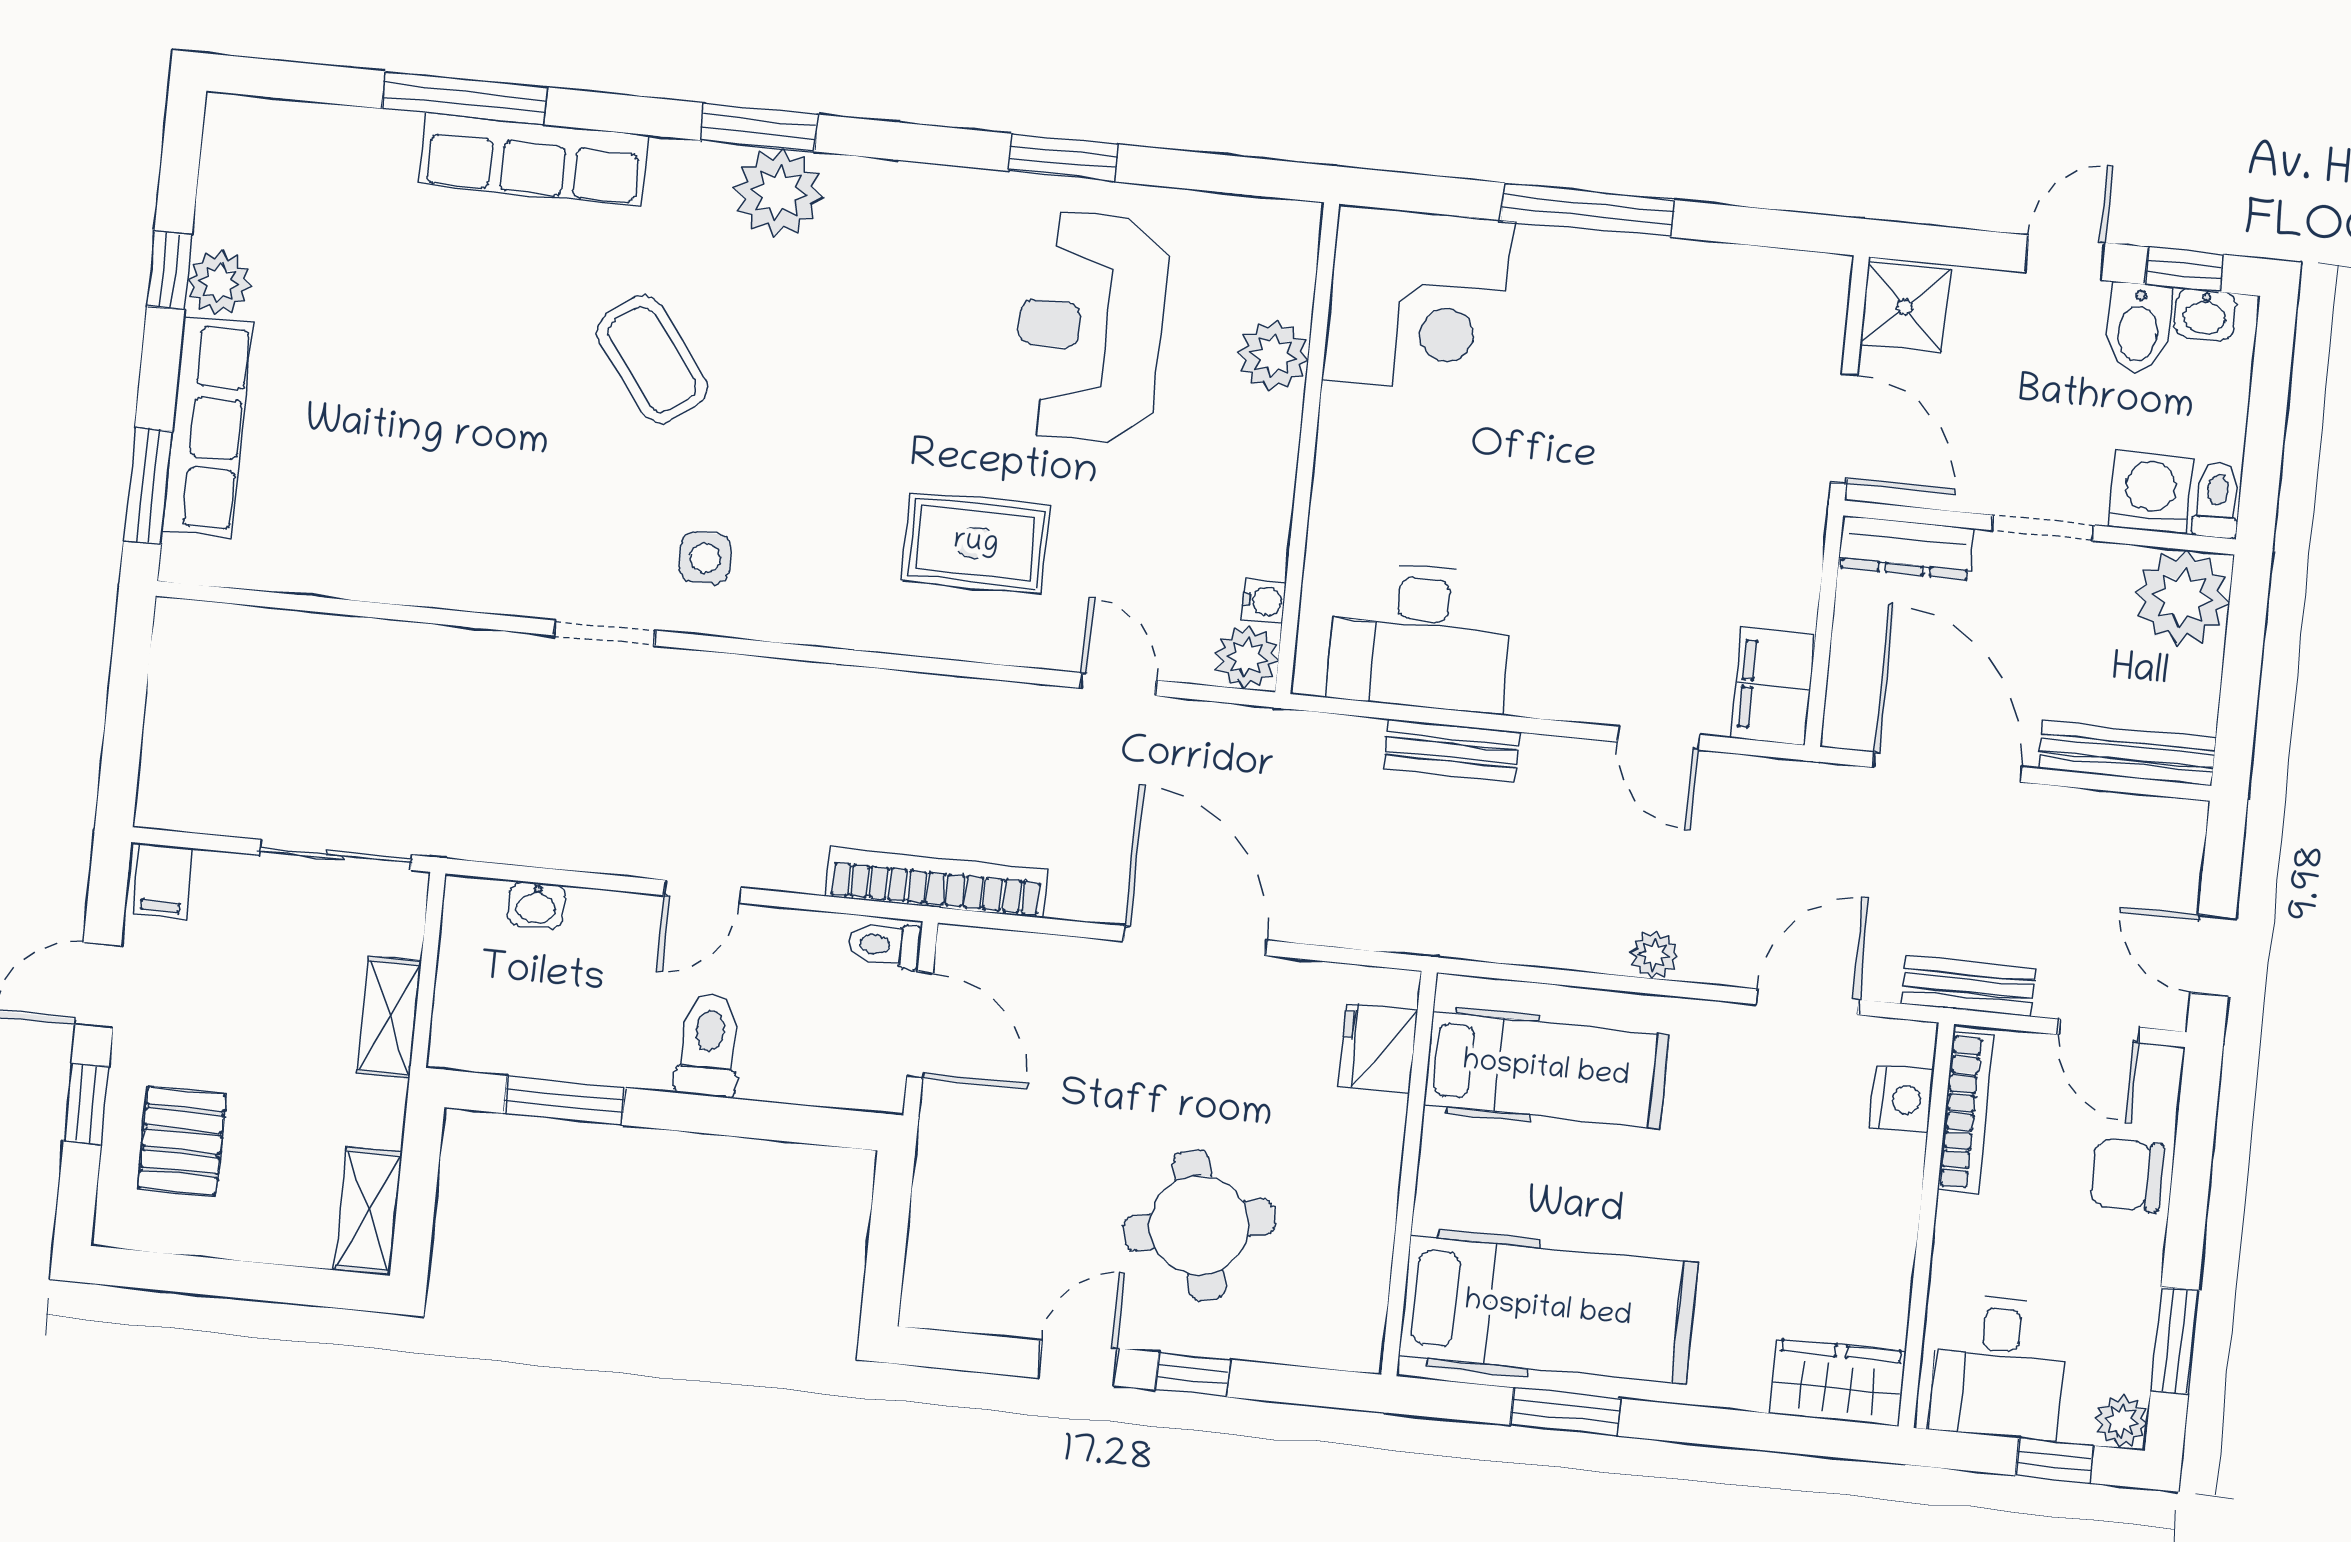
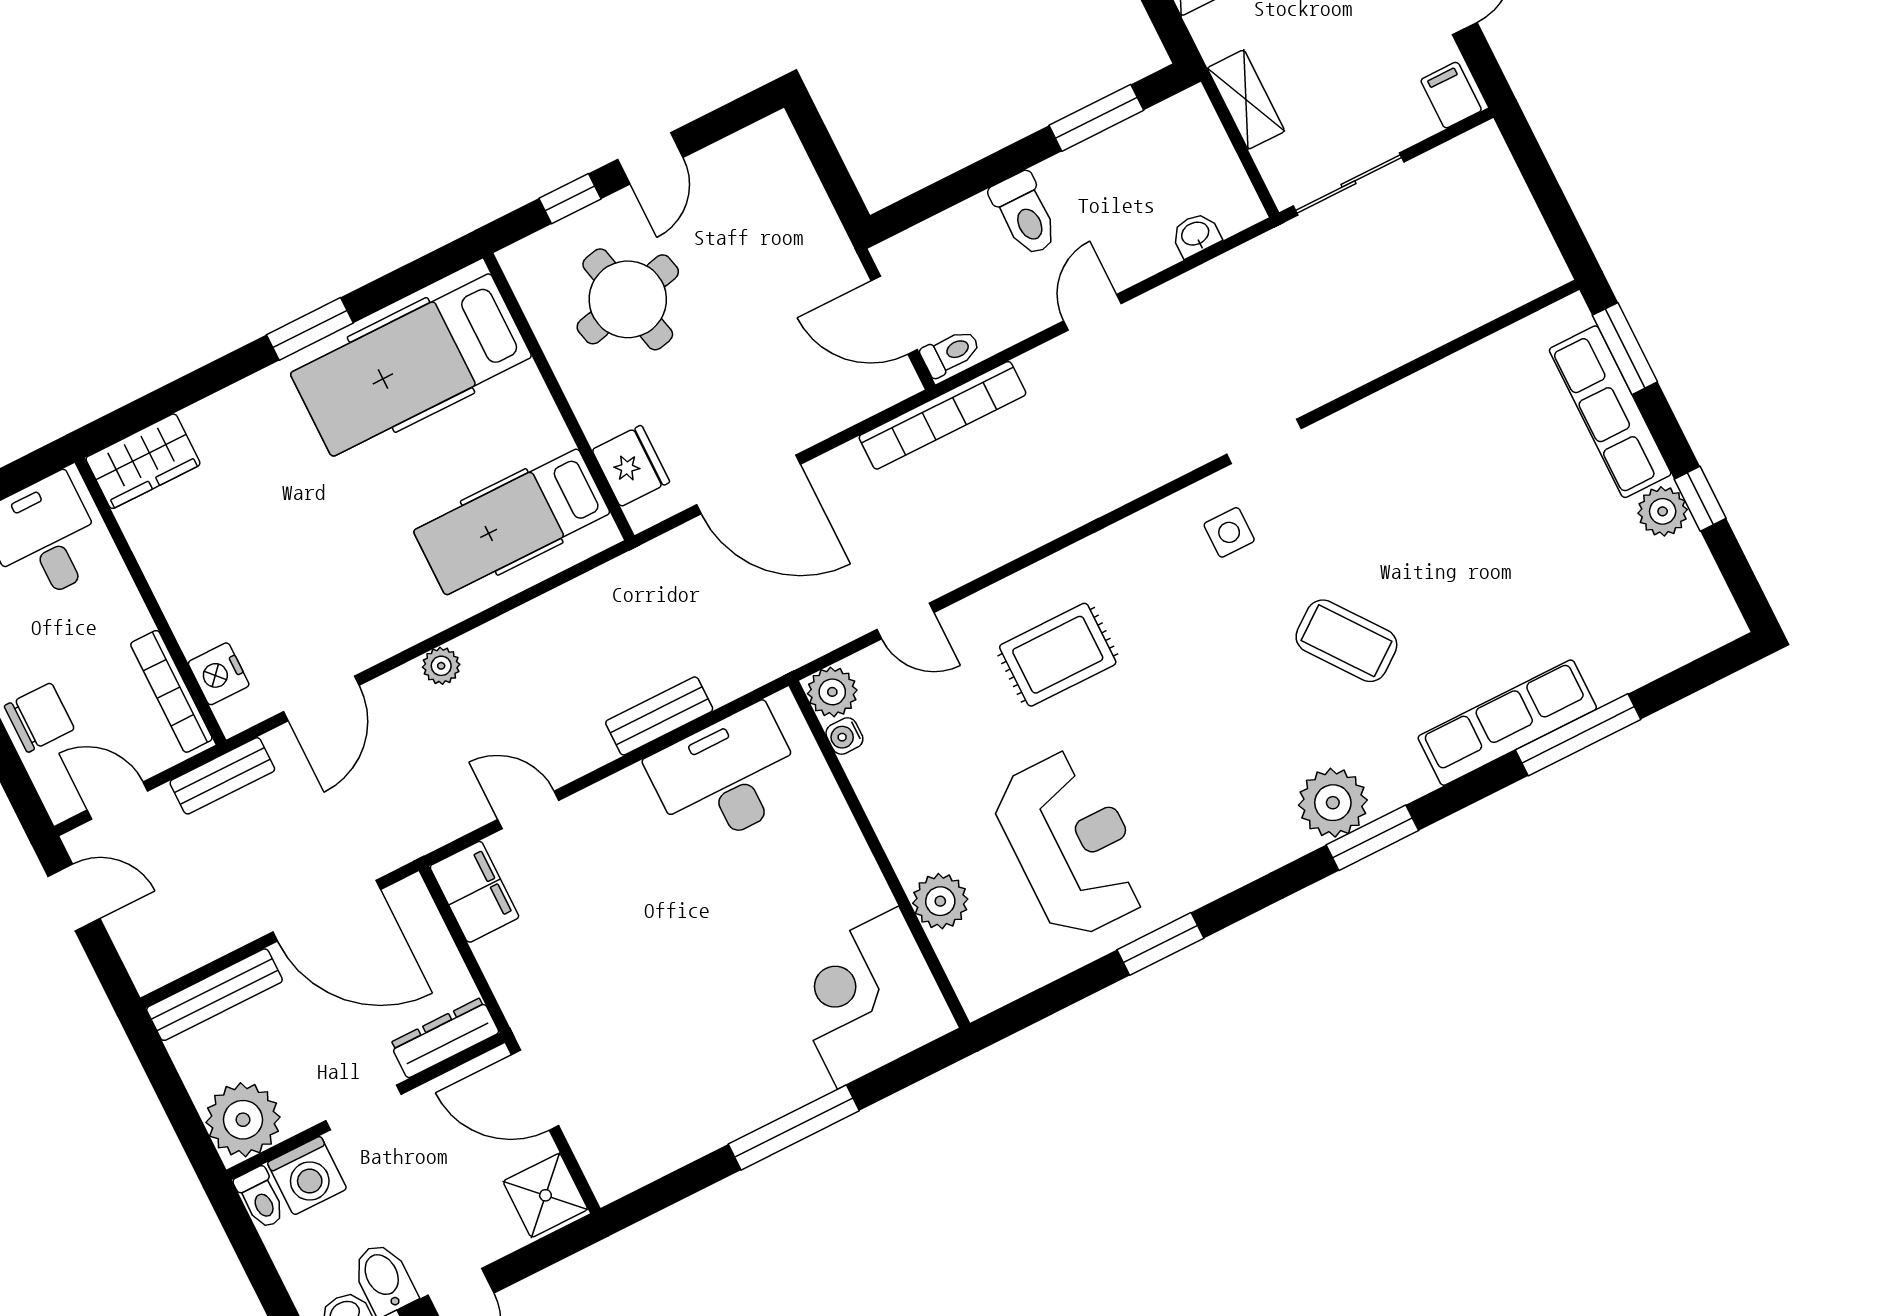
fridge: (1378, 1049) -> (631, 466), moved
hospital bed: (1546, 1070) -> (512, 522), moved
wall: (1409, 1174) -> (559, 397), moved
hospital bed: (1548, 1310) -> (411, 365), moved

